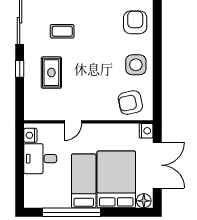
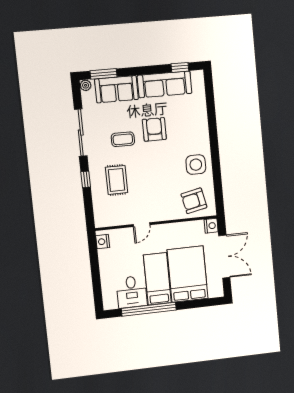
armchair: (135, 22) -> (154, 129), moved
desk: (40, 159) -> (132, 292), moved, turned -90
floor lamp: (144, 201) -> (215, 291), removed

